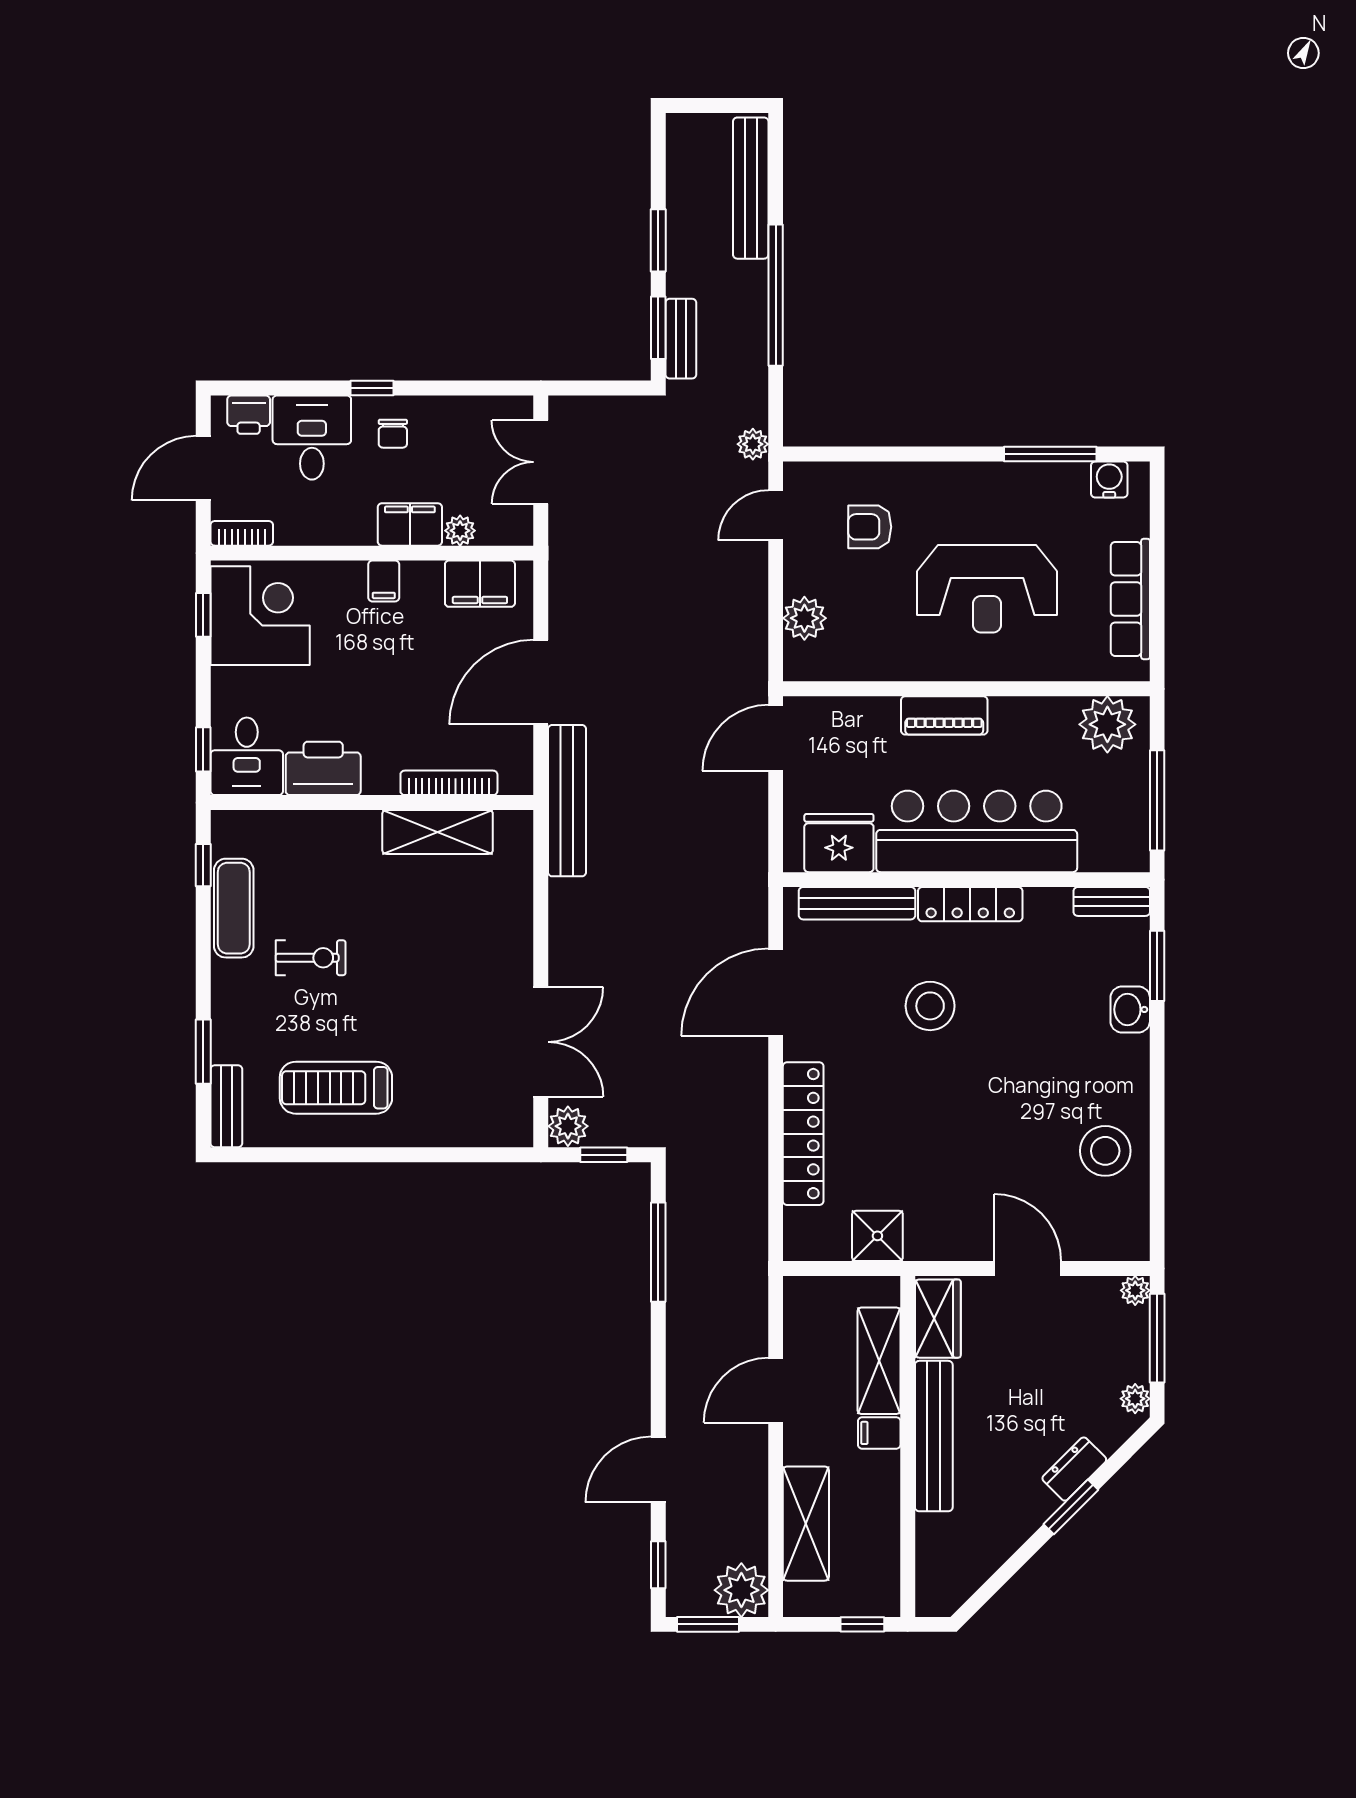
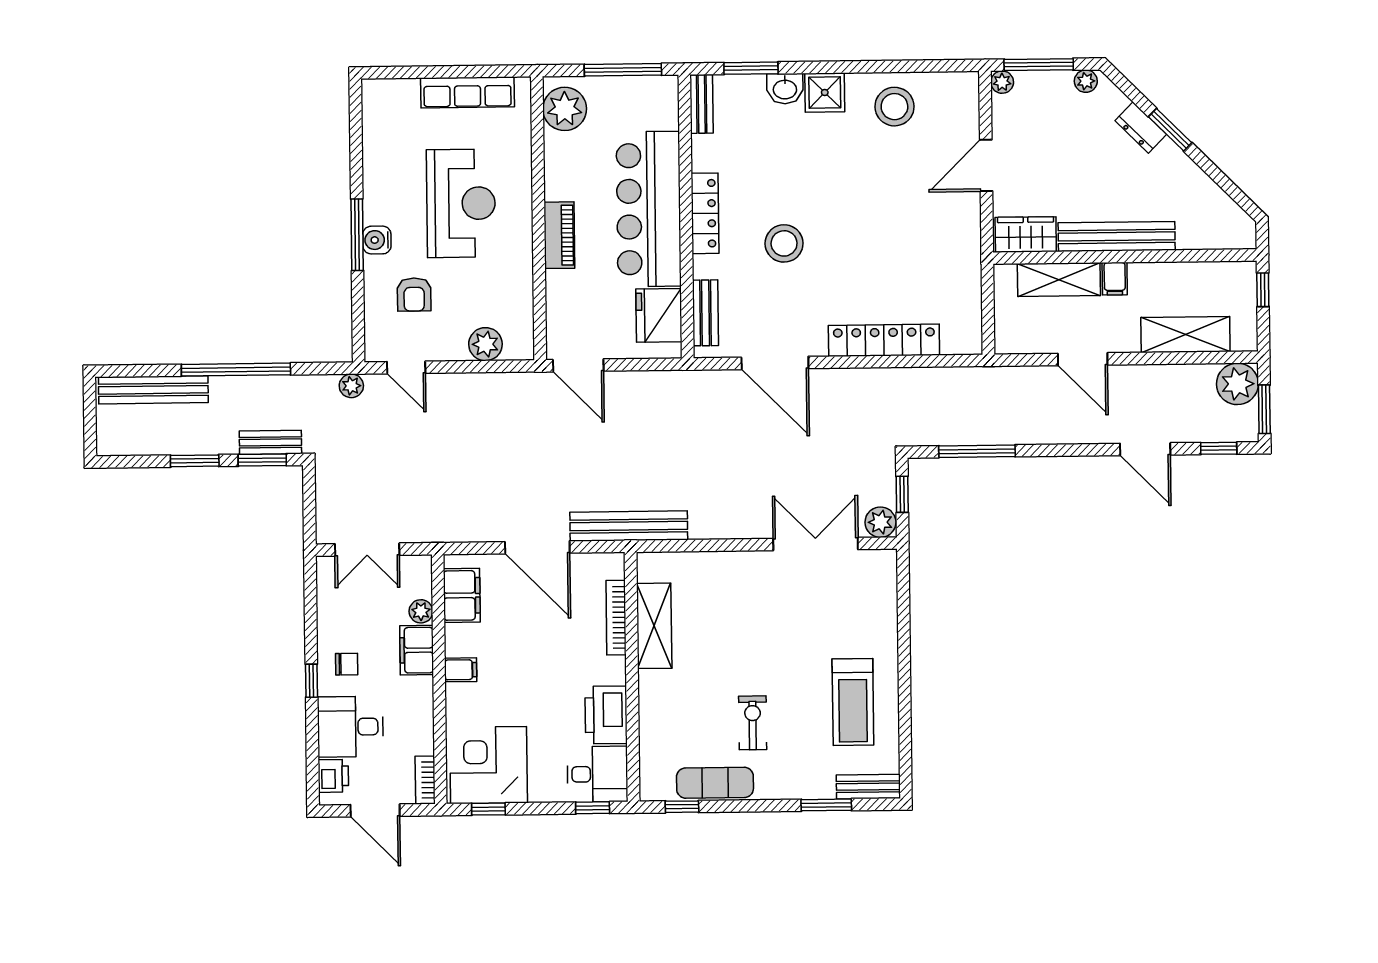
window: (1050, 454) -> (357, 235), moved
water cooler: (1109, 479) -> (377, 240), moved
bench: (857, 903) -> (705, 313), width x0.73
shower: (877, 1236) -> (825, 92), moved

